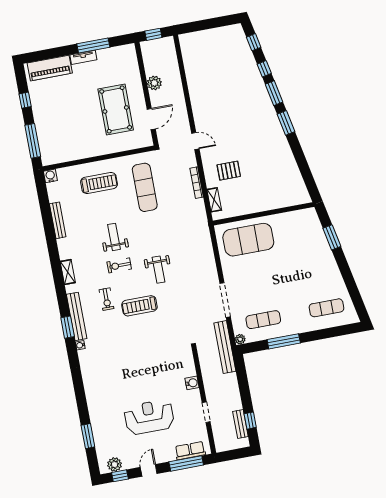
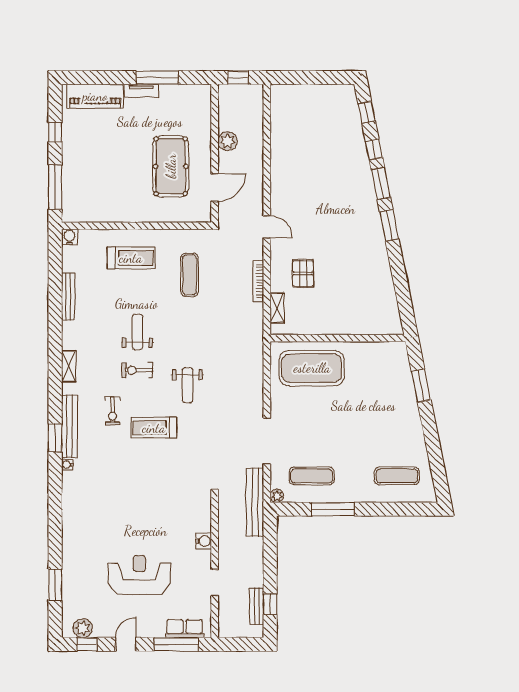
pallet: (229, 171) -> (303, 273), turned 90
exercise mat: (145, 187) -> (190, 275), width x0.73, depth x0.69

